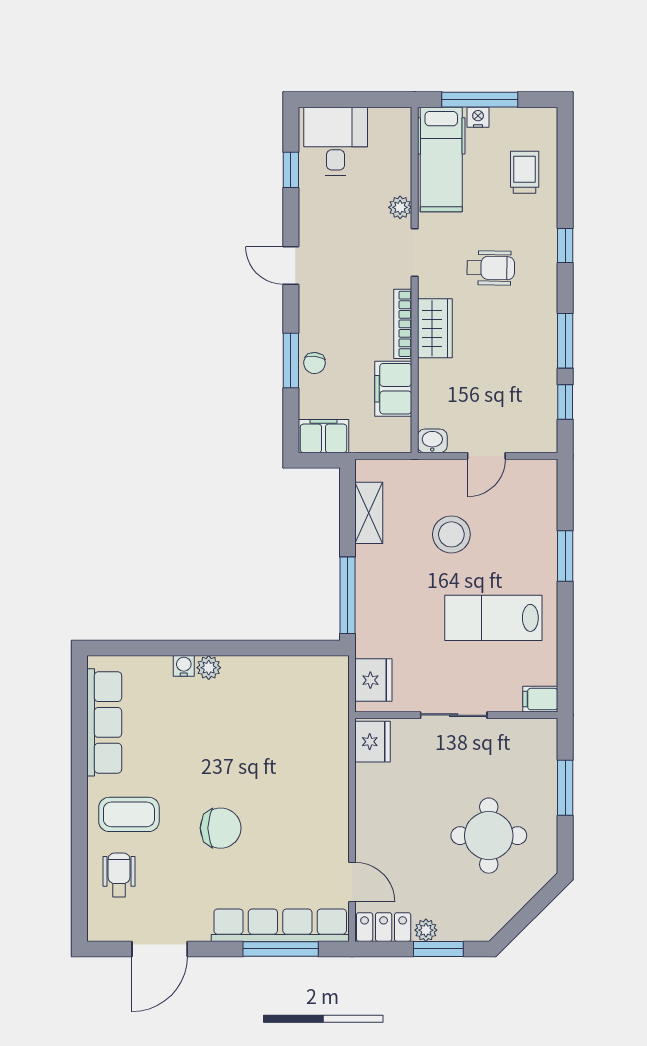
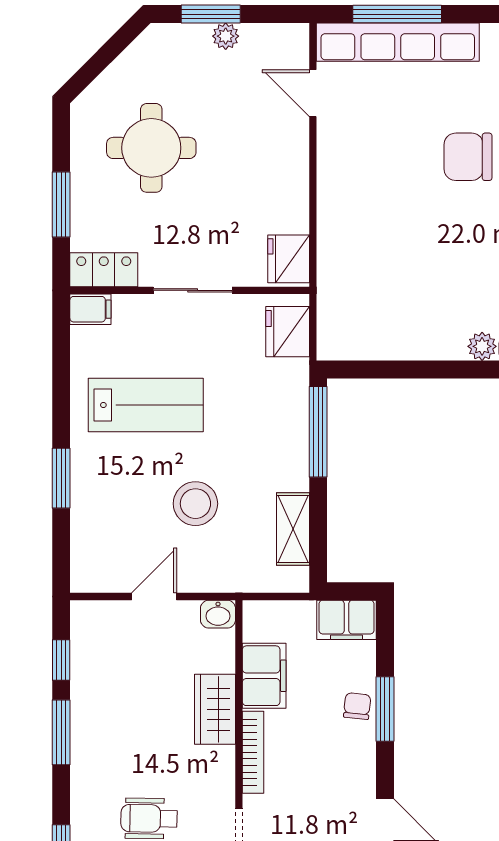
wardrobe: (435, 328) -> (215, 709), moved
locker: (384, 927) -> (104, 270), moved, turned 180

